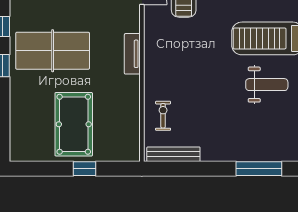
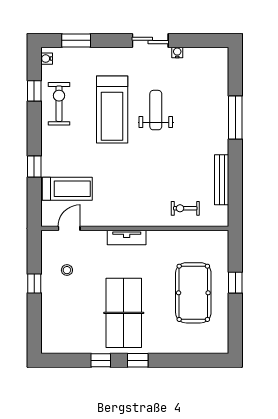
pool table: (74, 124) -> (193, 293), turned 90
bench: (173, 154) -> (222, 180), moved

